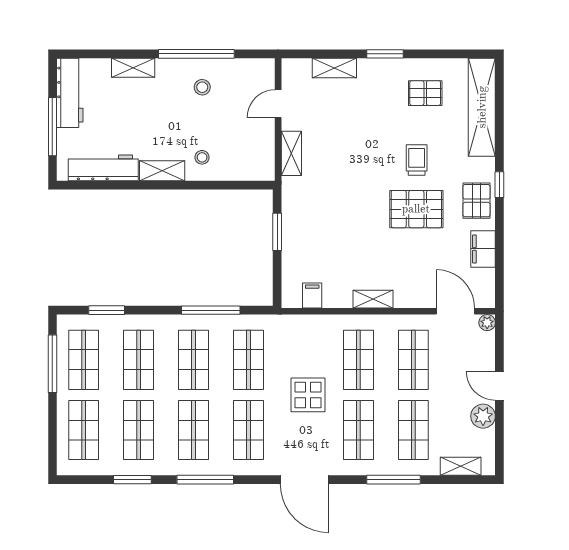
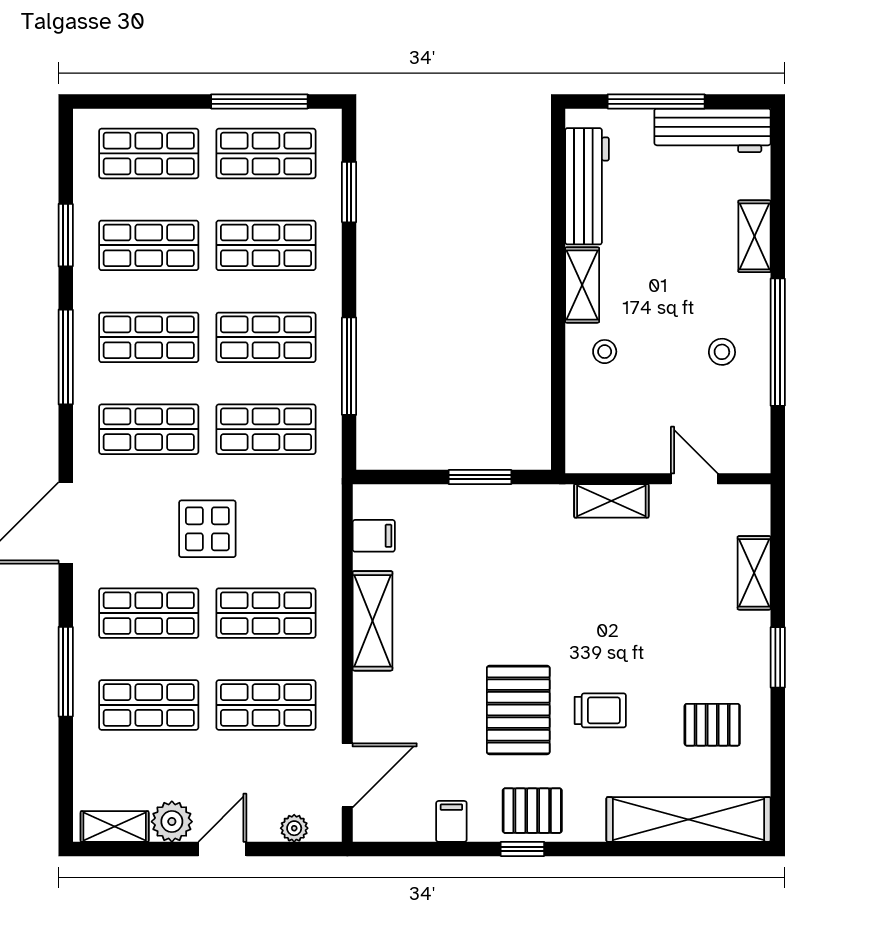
pallet: (425, 93) -> (712, 725), turned 90
window: (499, 185) -> (522, 849), moved
filing cabinet: (483, 249) -> (451, 821), width x0.50
shelving: (373, 299) -> (373, 621), width x1.50, depth x1.33
plant: (487, 323) -> (294, 828), moved
shelving: (461, 466) -> (115, 827), moved, turned 90

